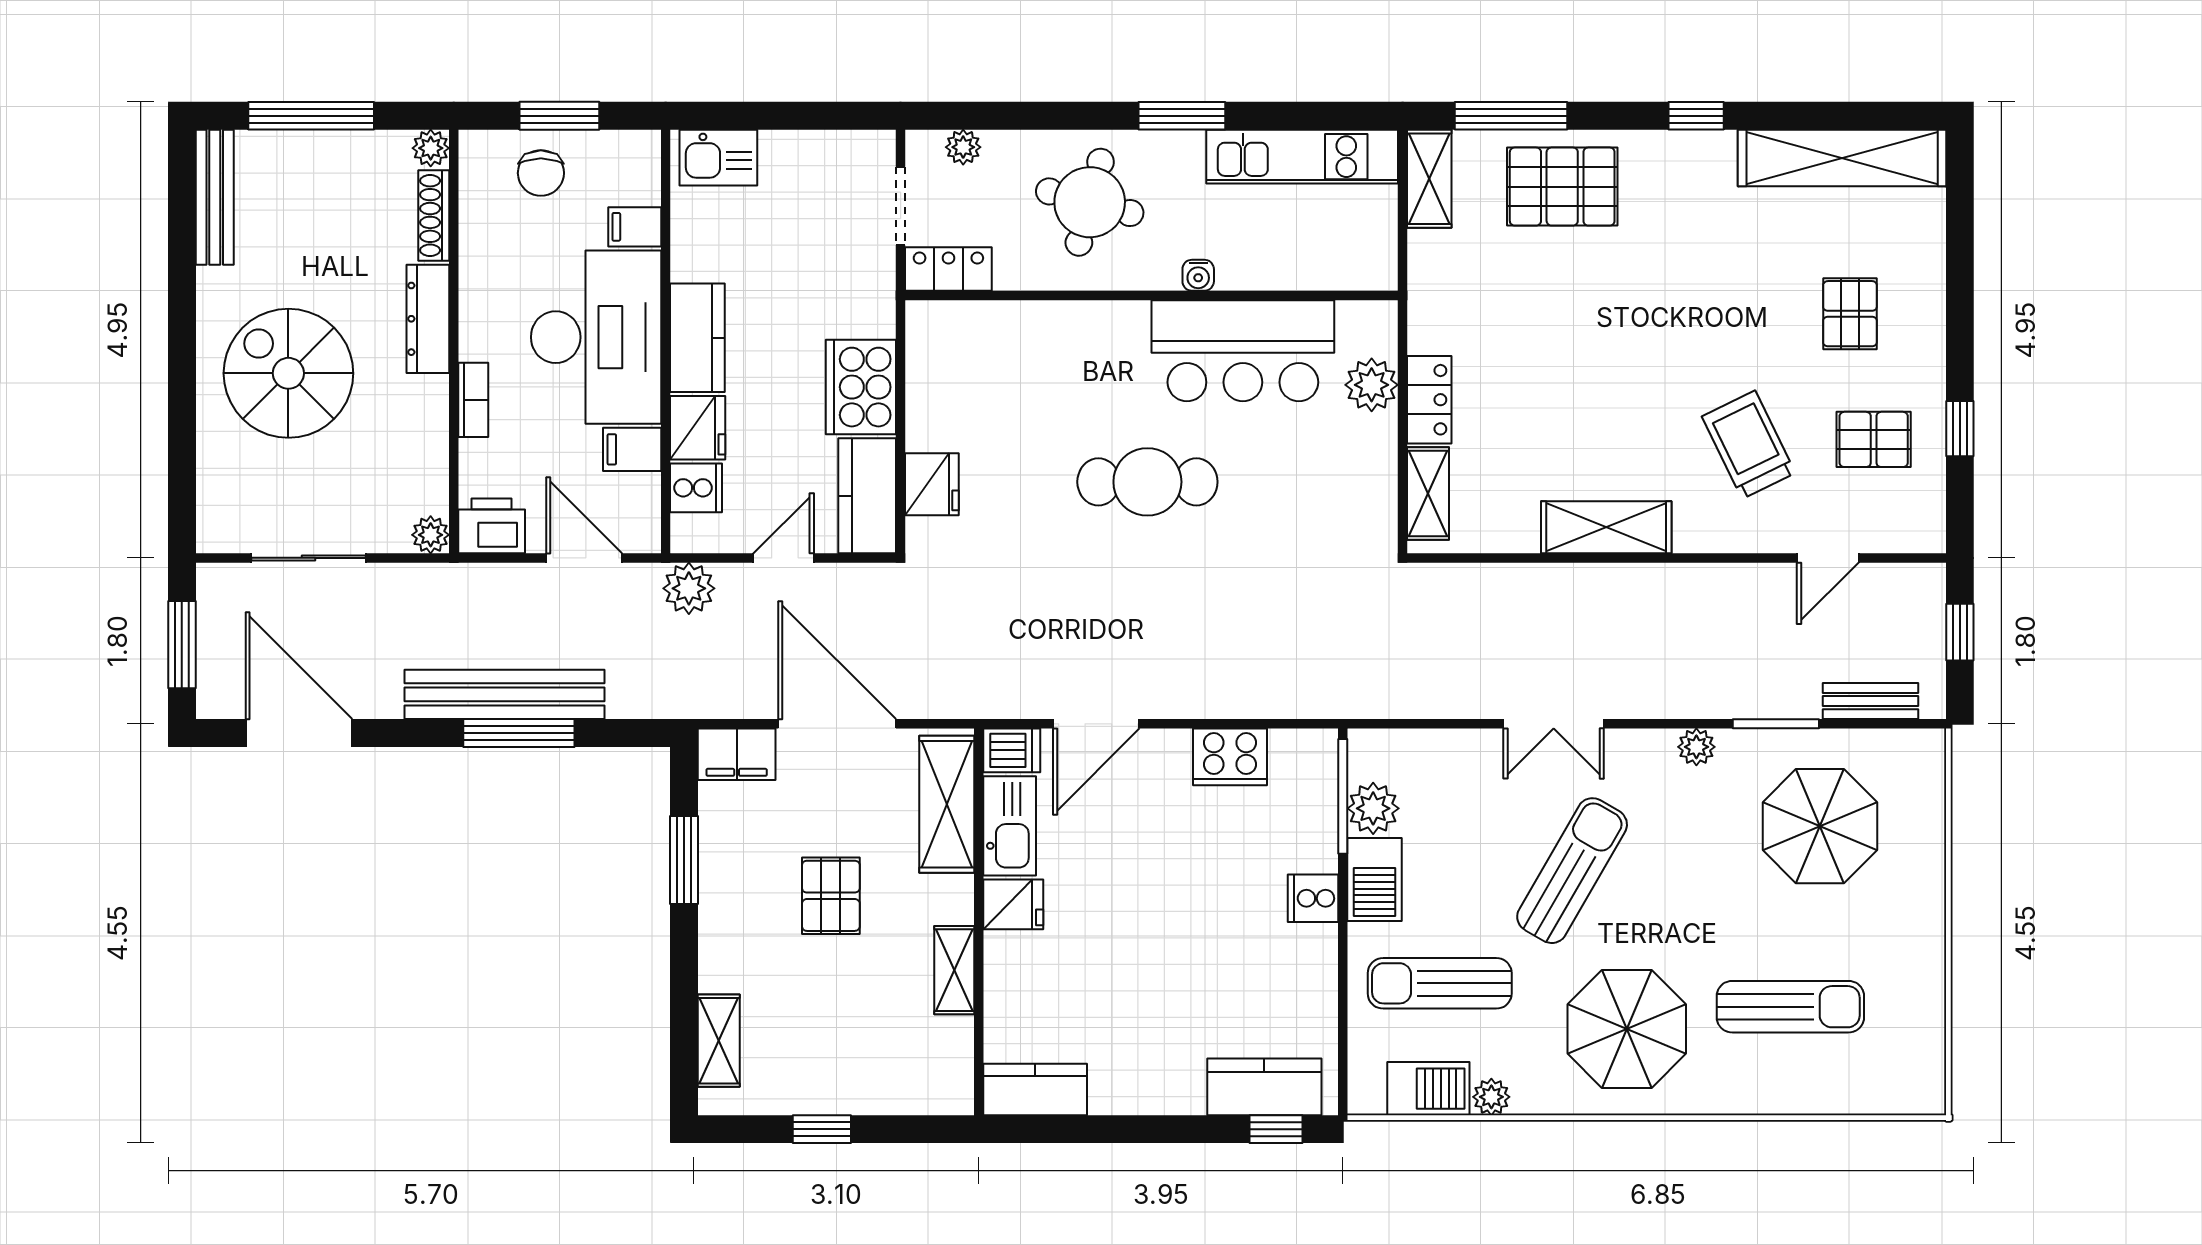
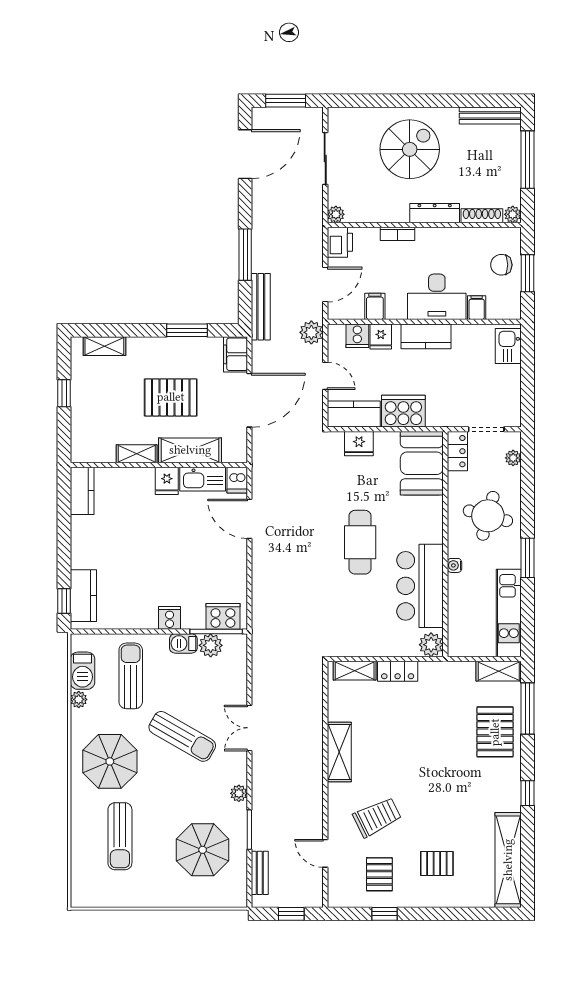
desk: (596, 337) -> (437, 297), width x0.73, depth x0.77
booth: (975, 347) -> (422, 463), added
plant: (1372, 385) -> (431, 645), moved
fridge: (698, 428) -> (381, 337), width x0.72
bench: (505, 694) -> (261, 307), moved, width x0.73, depth x0.82
cooker: (1230, 757) -> (223, 616), moved, turned 90
shelving: (947, 804) -> (190, 450), moved
barbecue: (1375, 880) -> (183, 643), width x0.73, depth x0.79
pallet: (831, 896) -> (171, 397), width x1.50, depth x1.42

